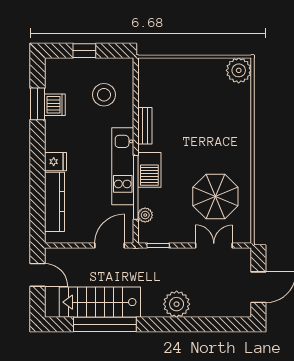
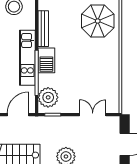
bench: (145, 126) -> (43, 29), width x1.36
parasol: (215, 196) -> (98, 21), moved
plant: (145, 215) -> (48, 97), width x1.87, depth x1.87

